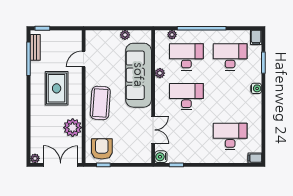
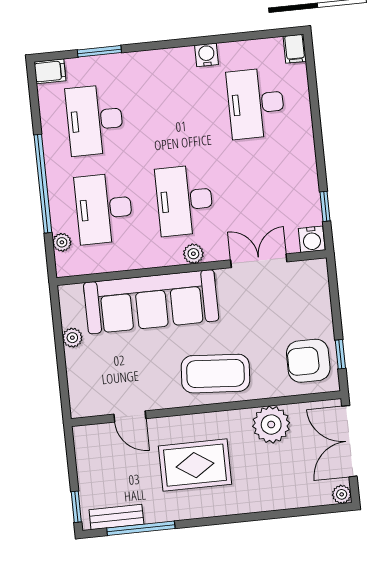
plant: (160, 73) -> (193, 254), moved
water cooler: (256, 88) -> (207, 55), moved

